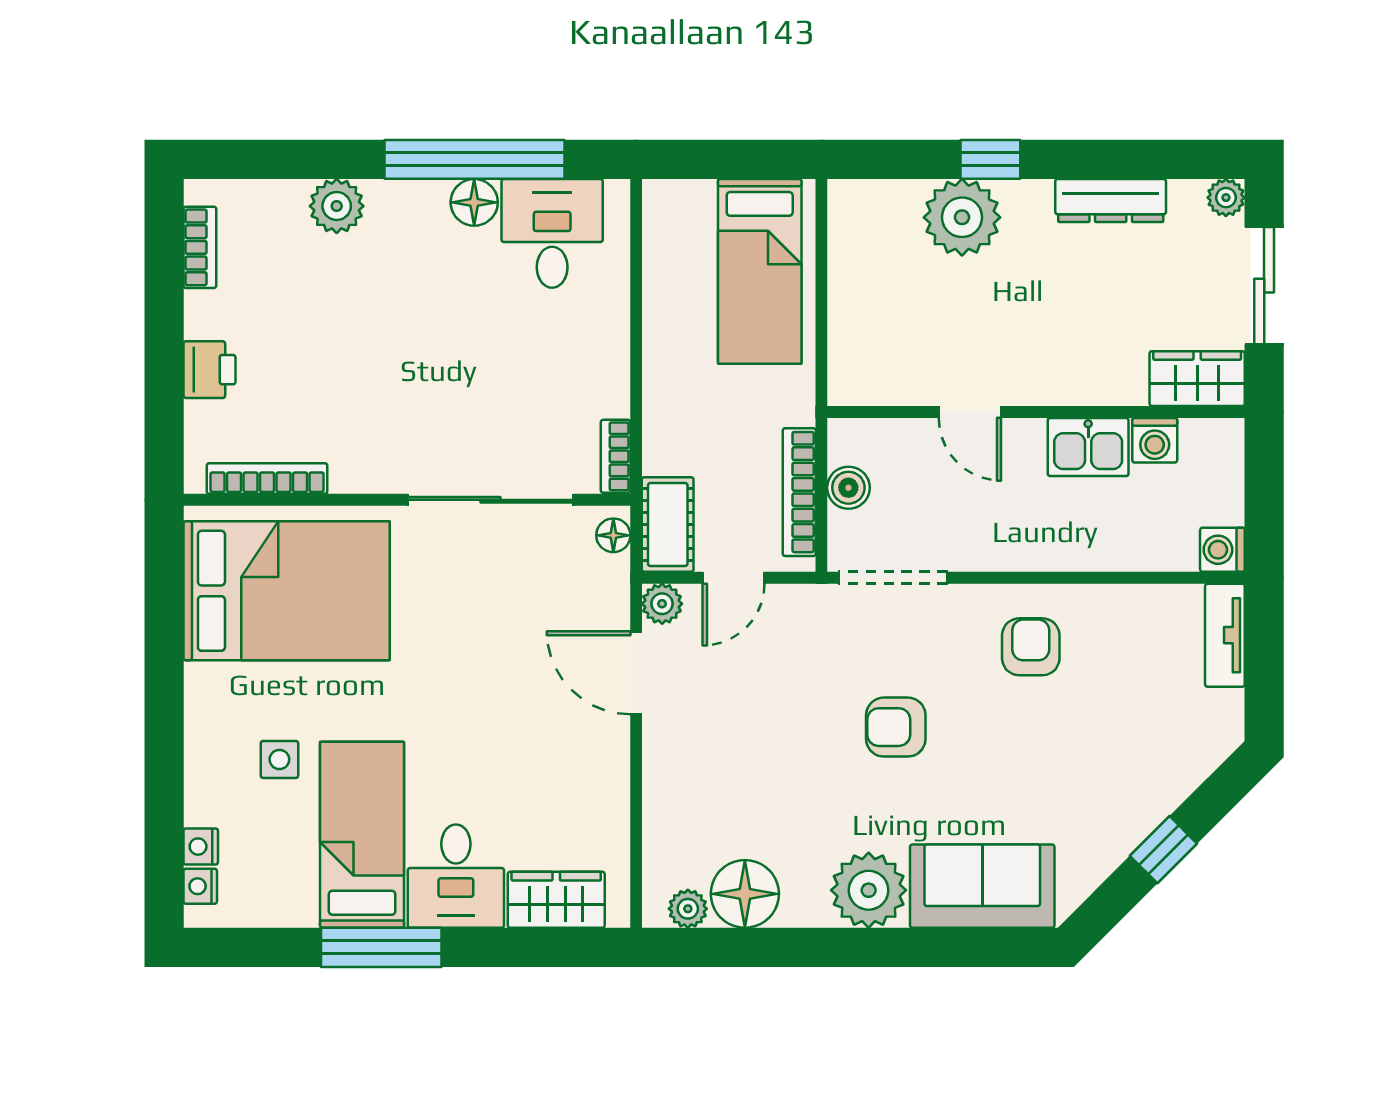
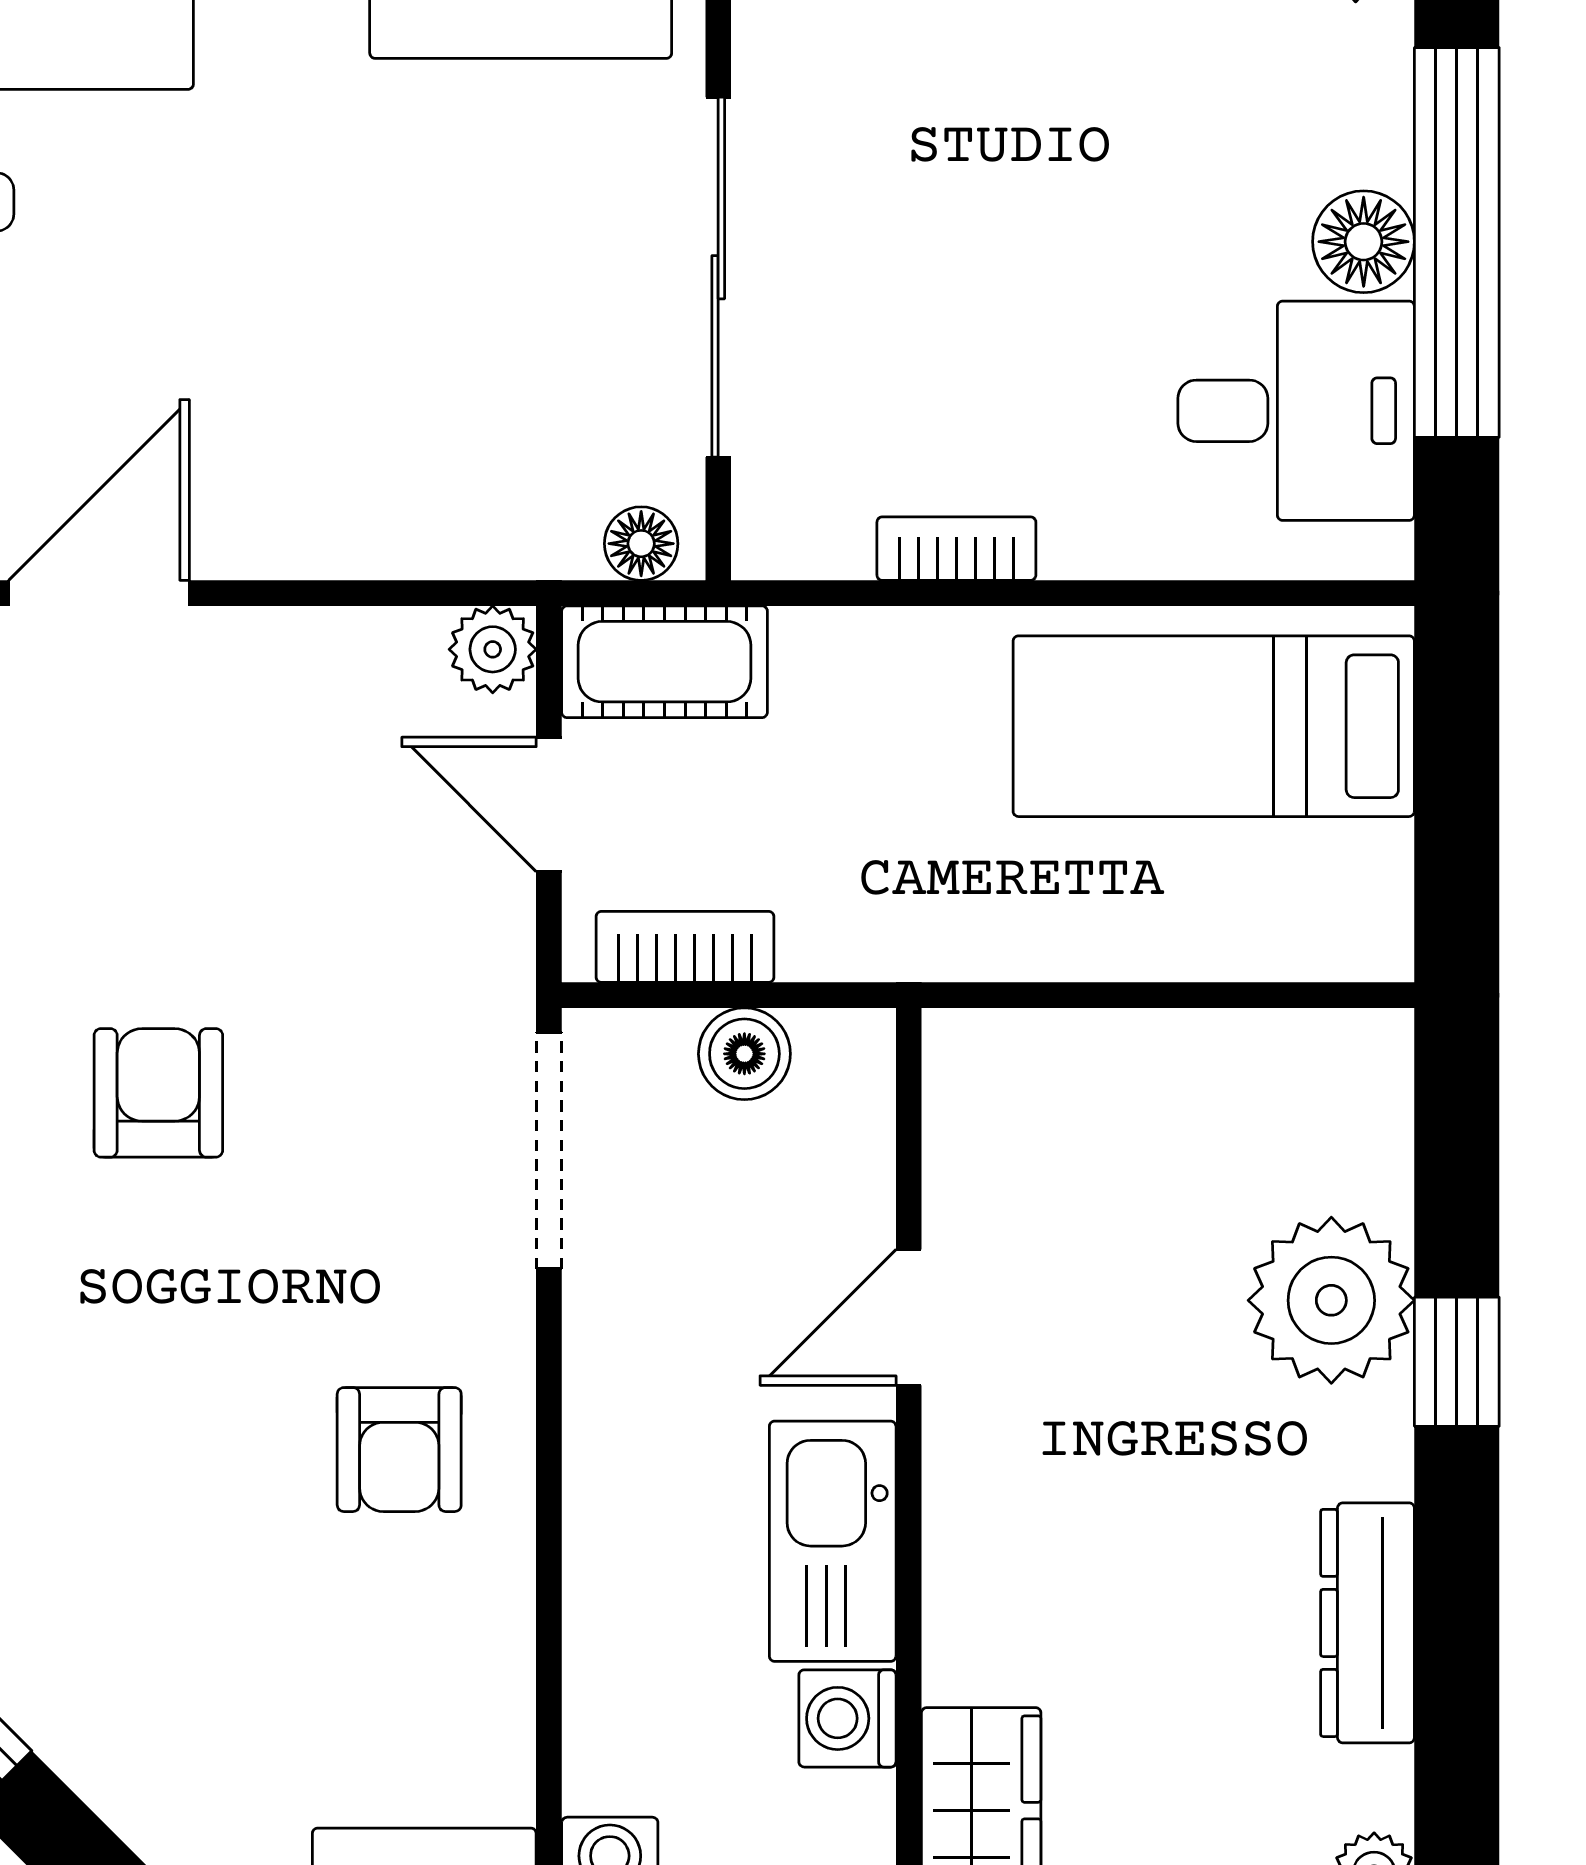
bed: (760, 271) -> (1214, 726), moved
kitchen sink: (1088, 447) -> (833, 1541), width x1.38
bookcase: (616, 456) -> (956, 549), moved
bookcase: (799, 492) -> (685, 947), width x0.64
armchair: (1031, 647) -> (399, 1450), turned 90
door: (636, 673) -> (99, 593), moved
armchair: (896, 727) -> (158, 1093), moved

